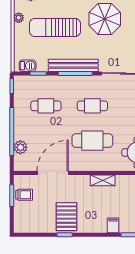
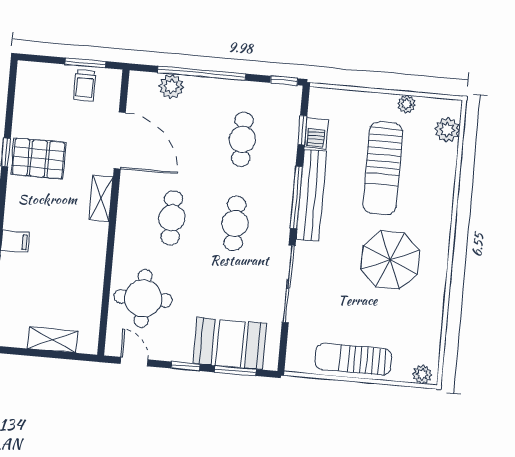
sun lounger: (55, 27) -> (383, 168), turned 180
barbecue: (28, 66) -> (316, 133), moved
cafe table: (92, 141) -> (172, 218), width x0.73, depth x0.74
shelving: (103, 180) -> (101, 198), moved

